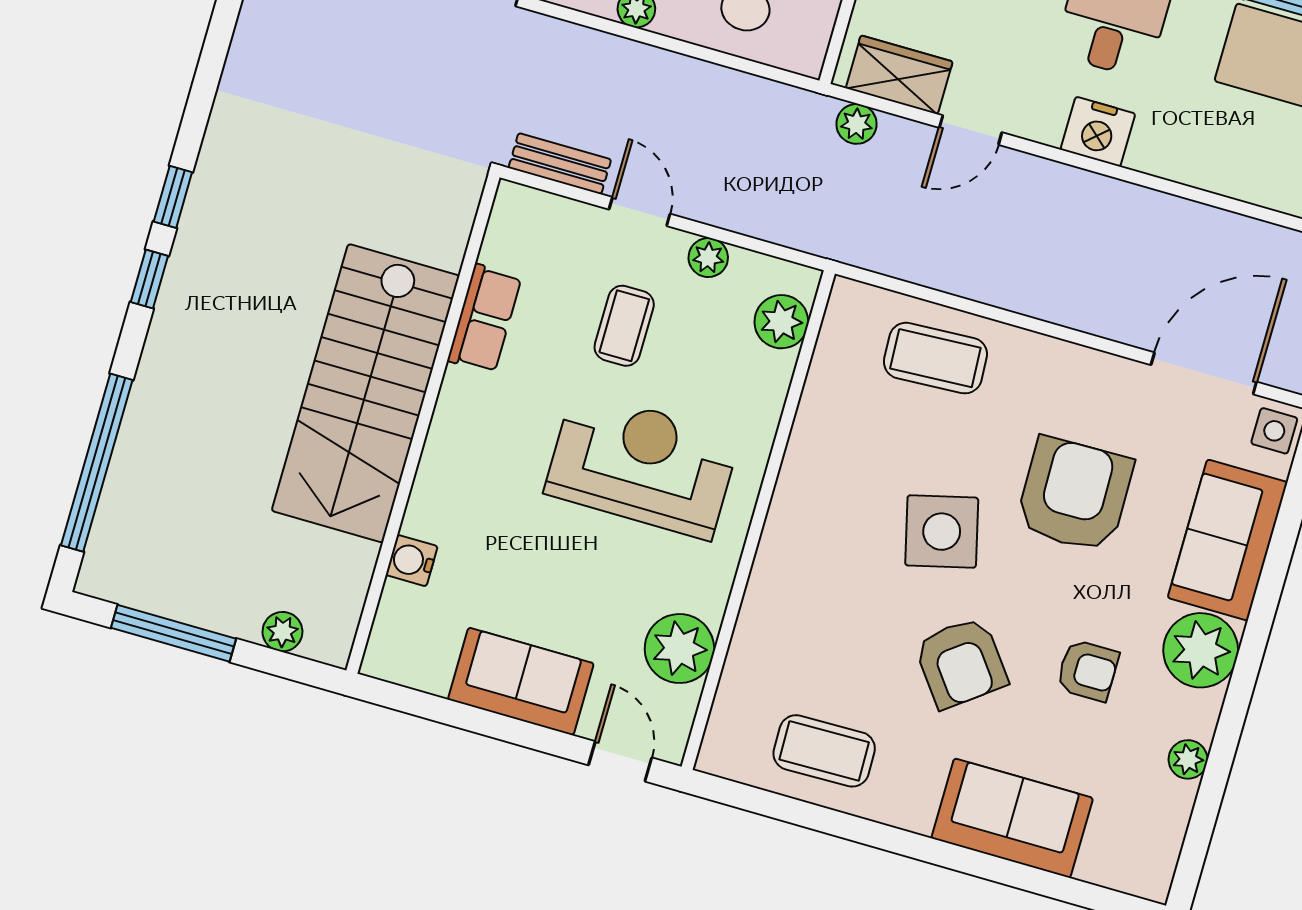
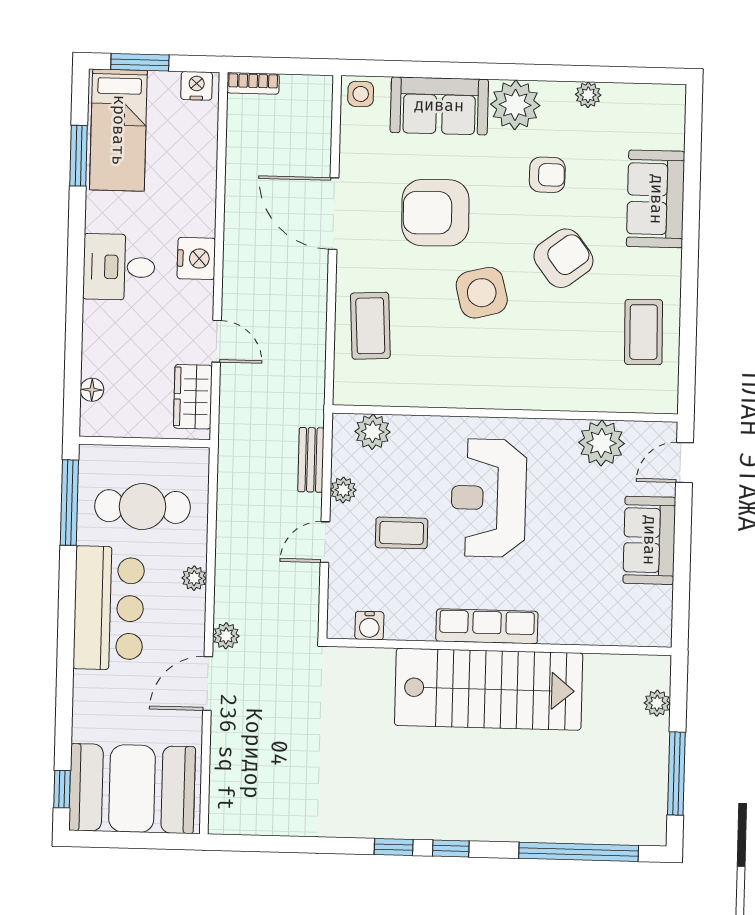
plant: (856, 124) -> (226, 636), moved
bench: (560, 164) -> (311, 460), moved
row of seats: (485, 319) -> (487, 626), moved, width x1.48
door: (1204, 373) -> (334, 214), moved
water cooler: (412, 561) -> (369, 626), moved
armchair: (1088, 670) -> (547, 175), turned 90

